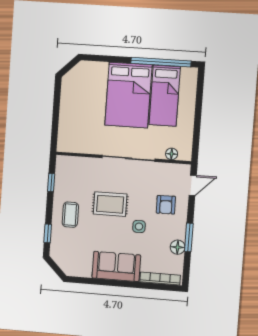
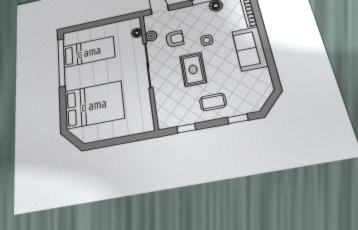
bed: (128, 95) -> (94, 105), moved
plant: (163, 169) -> (151, 36), added
armchair: (166, 205) -> (175, 39), moved

